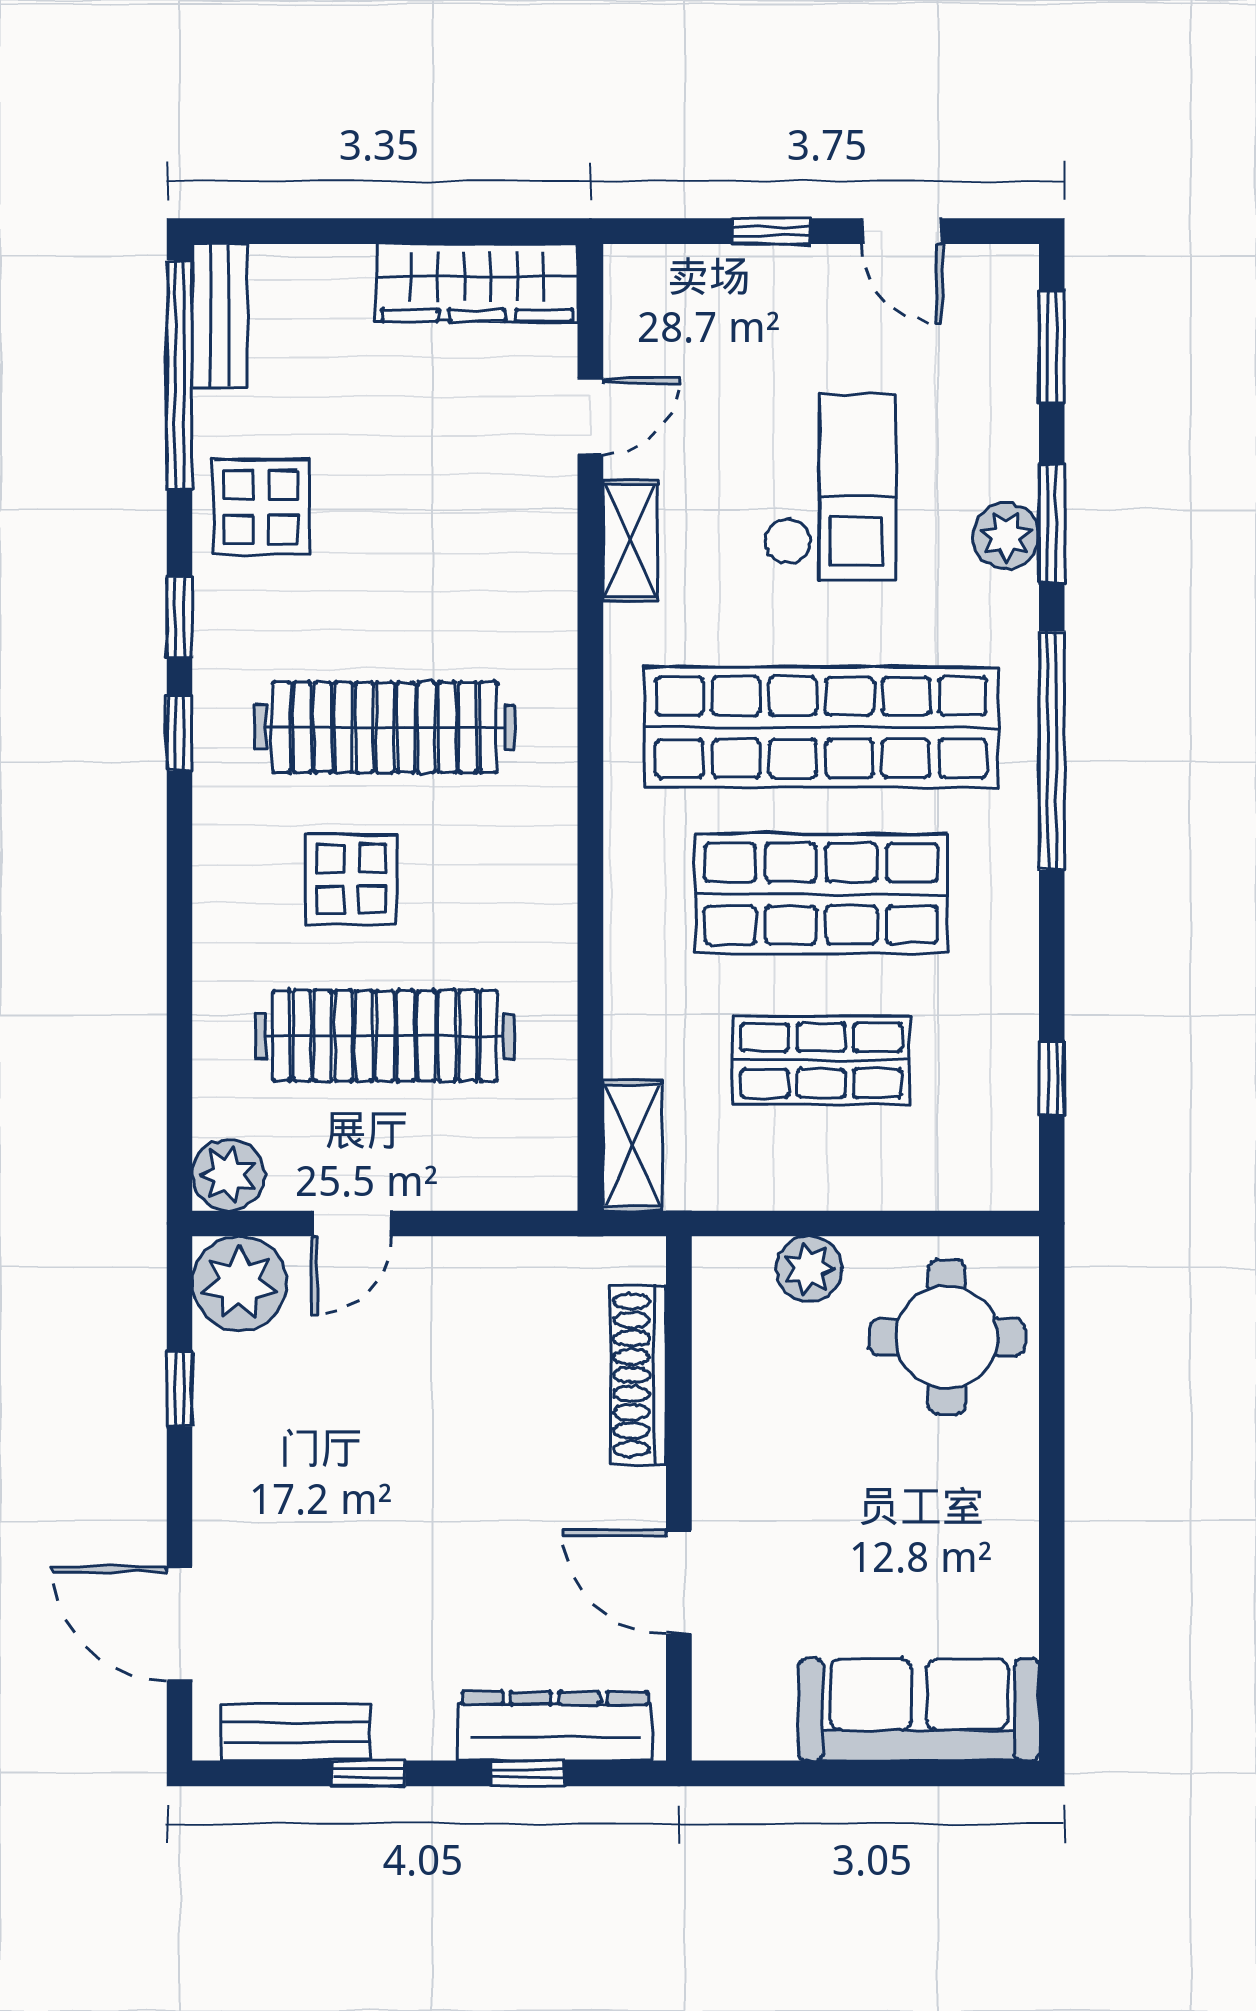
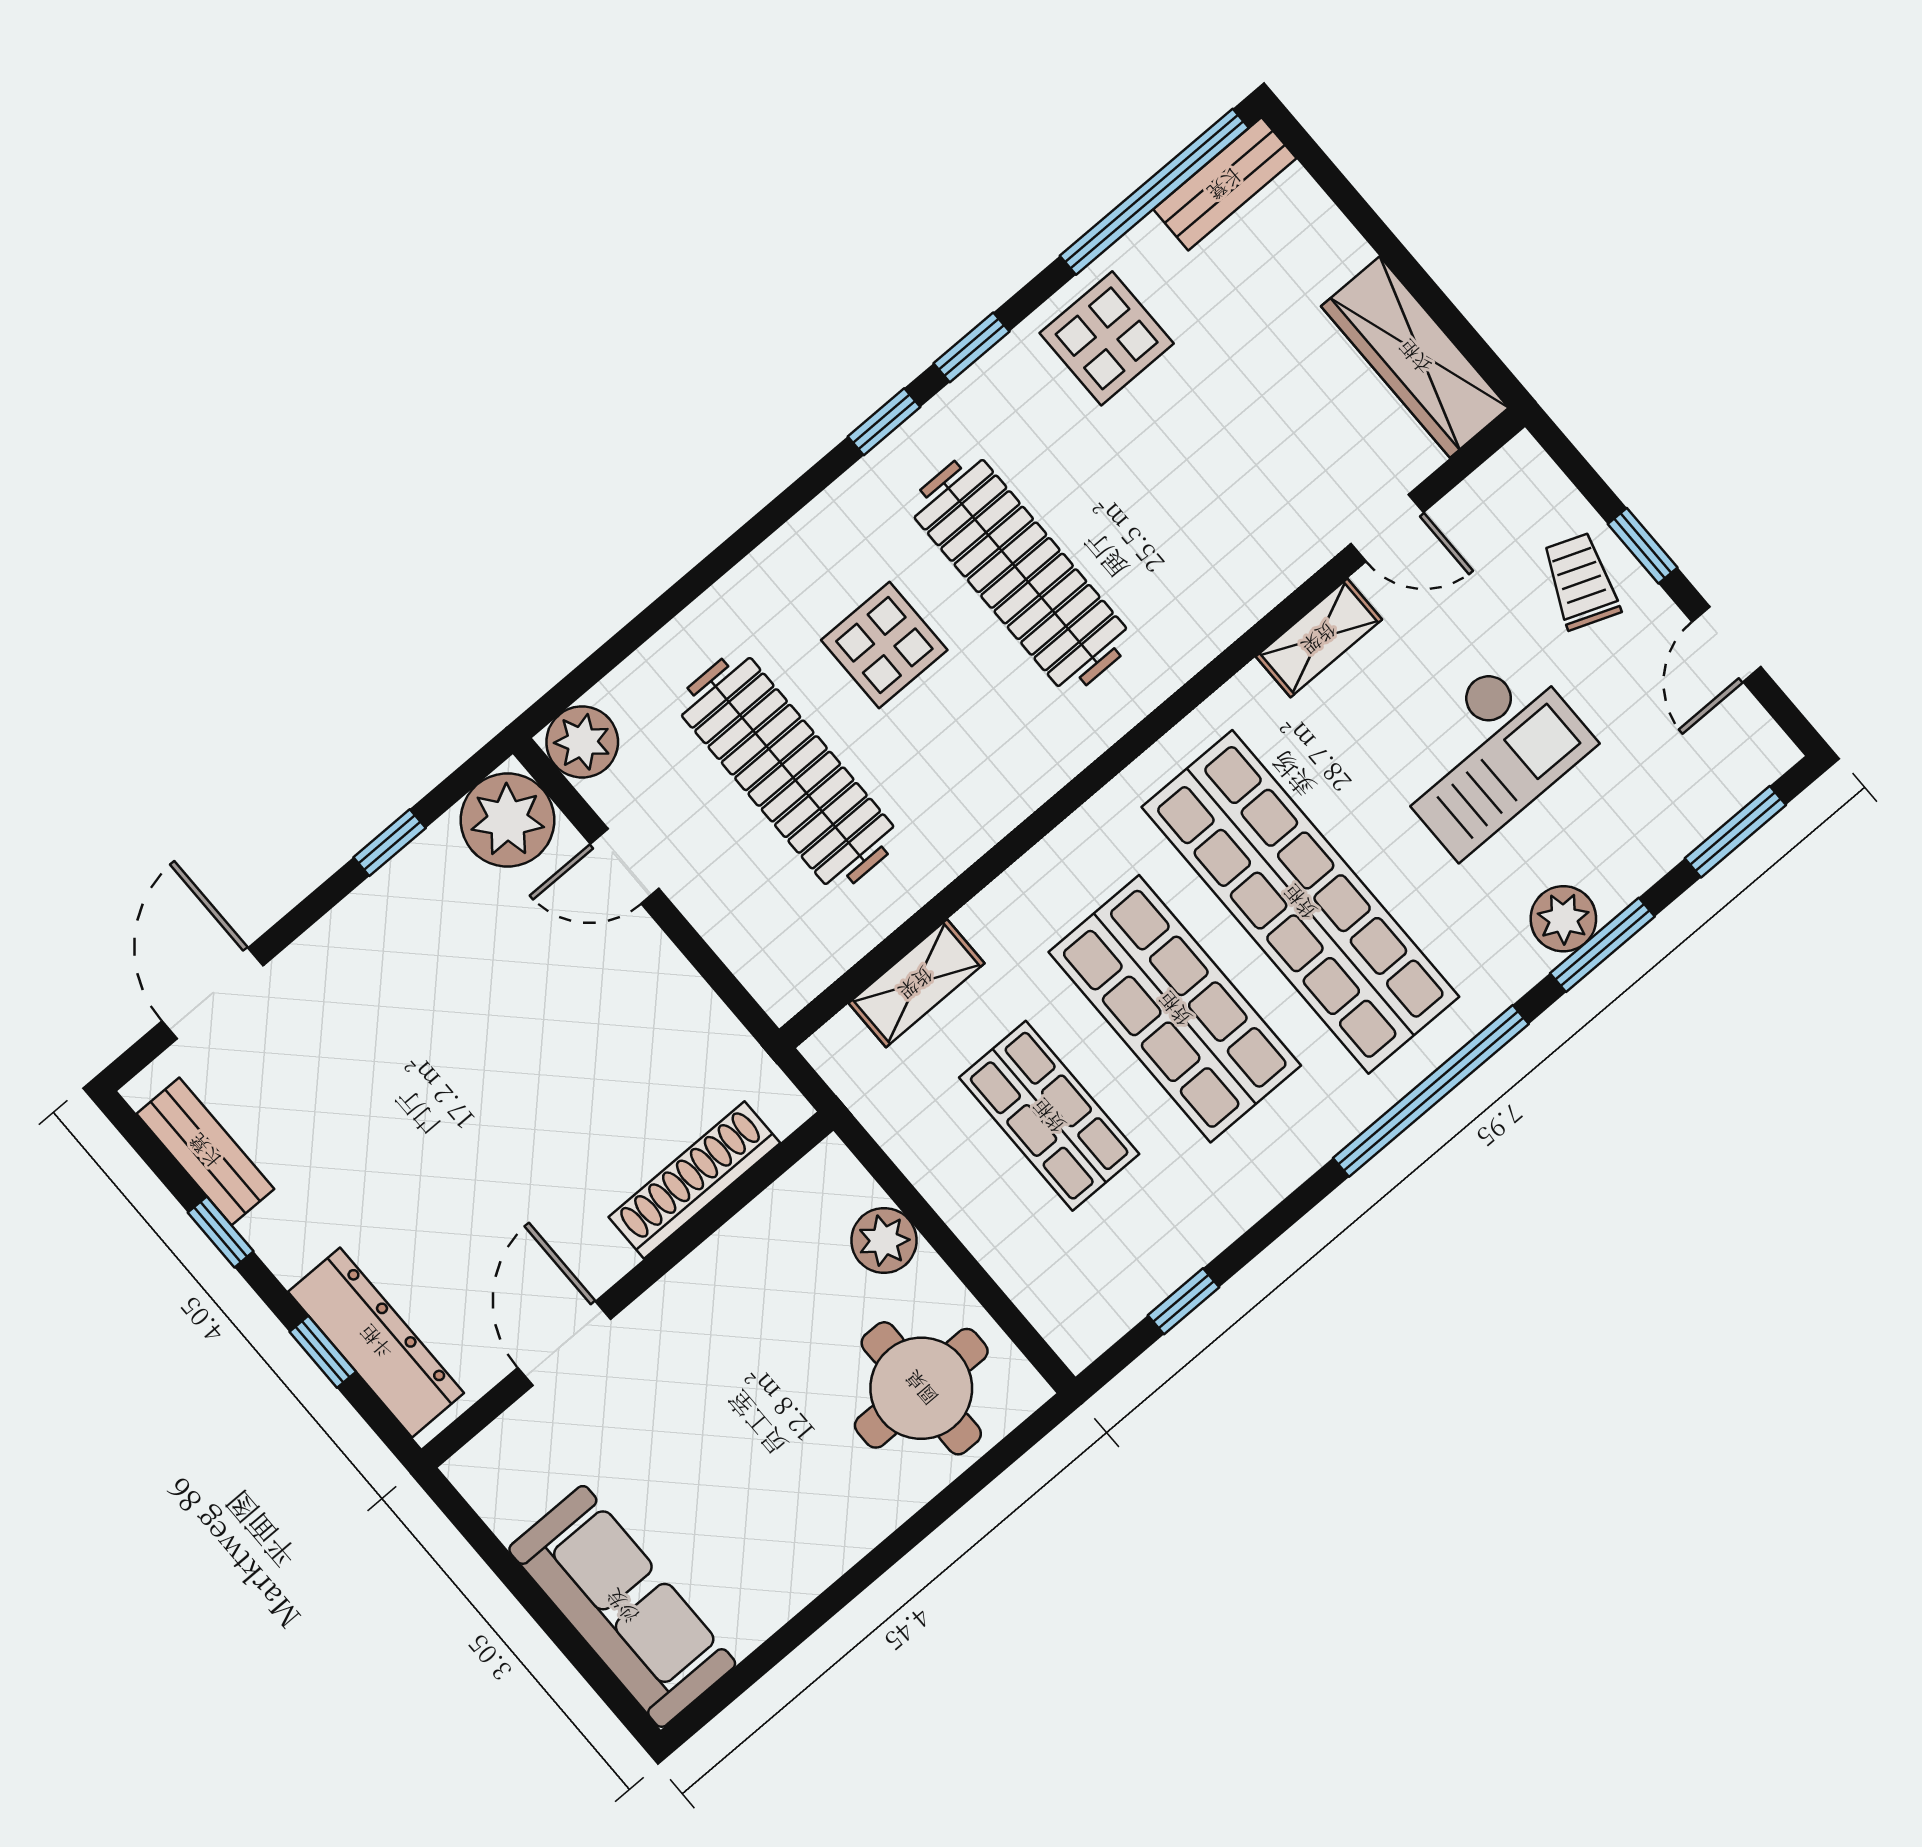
trolley: (758, 302) -> (1581, 581), added
shelving: (632, 1146) -> (916, 983), moved

